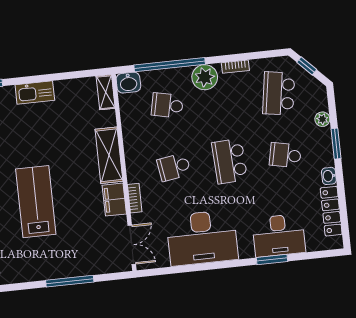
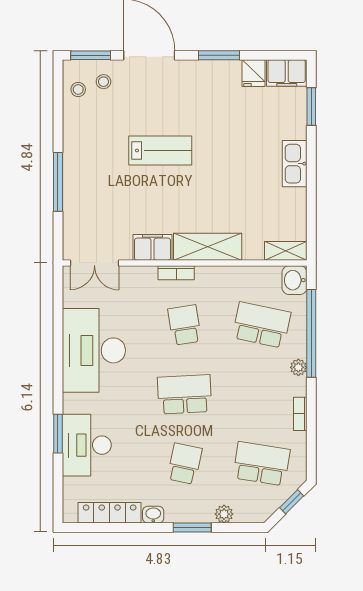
plant: (205, 77) -> (298, 367), width x0.53, depth x0.53
school desk: (167, 105) -> (261, 325), width x1.85
bookcase: (135, 198) -> (176, 273), moved
lab bench: (36, 202) -> (160, 151), width x0.73, depth x0.72

